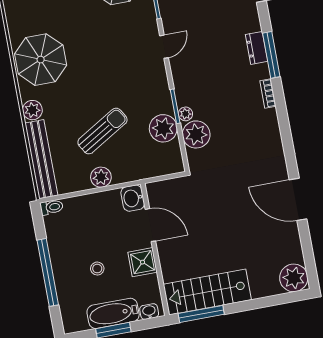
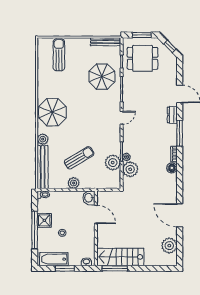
dresser: (257, 48) -> (172, 115), moved
floor lamp: (269, 119) -> (172, 168), added
shower: (142, 262) -> (44, 220), moved
plant: (294, 278) -> (169, 246), moved
bathtub: (113, 313) -> (54, 259), moved

